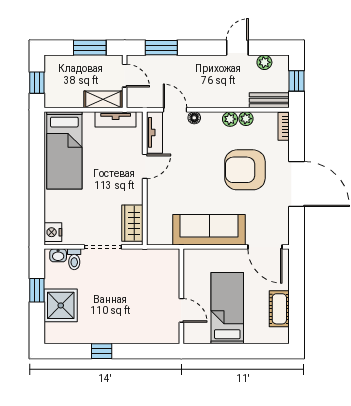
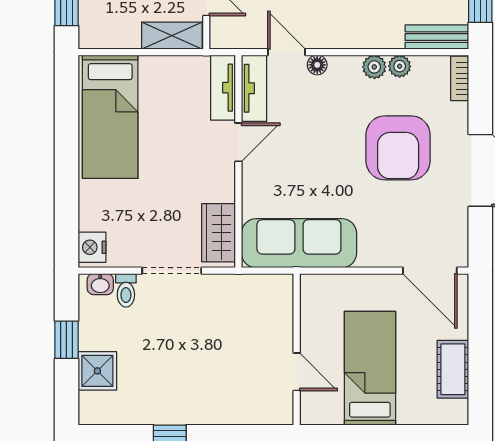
tv unit: (116, 119) -> (223, 88), moved, turned 90
armchair: (245, 170) -> (398, 148), turned -90
sofa: (209, 230) -> (299, 243), moved
shower: (61, 305) -> (97, 371), width x0.73, depth x0.73

